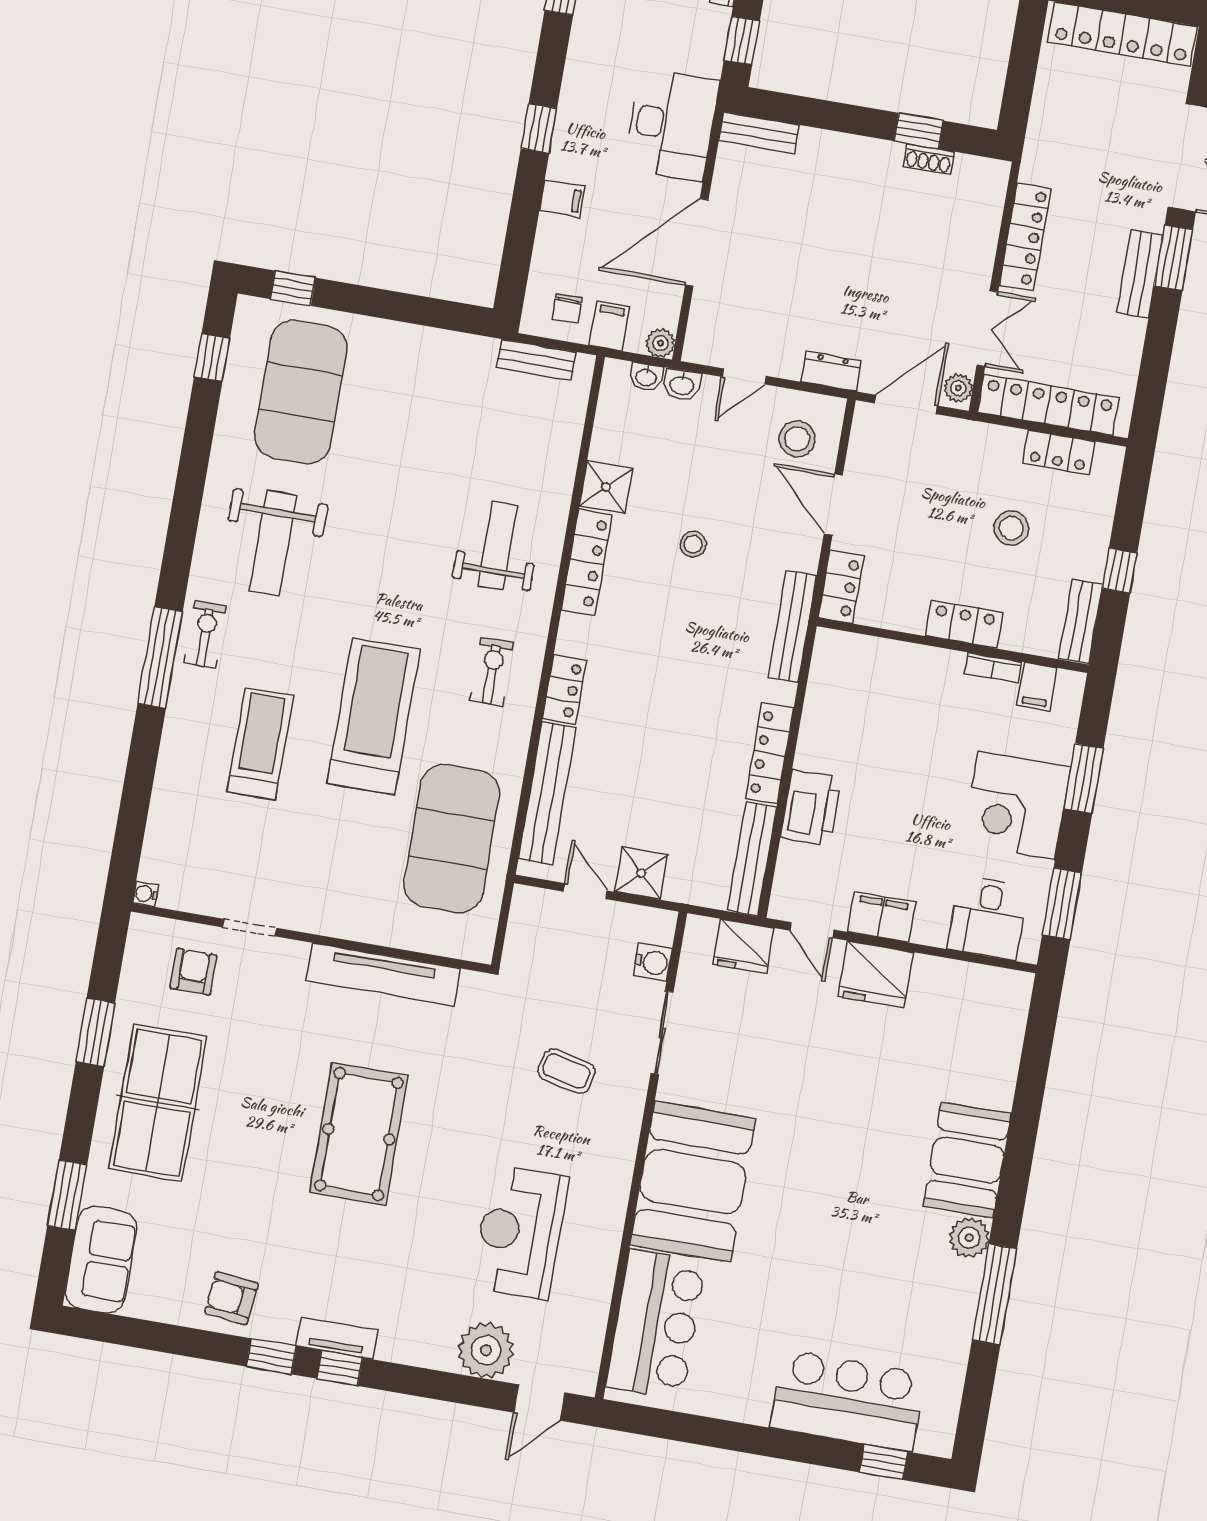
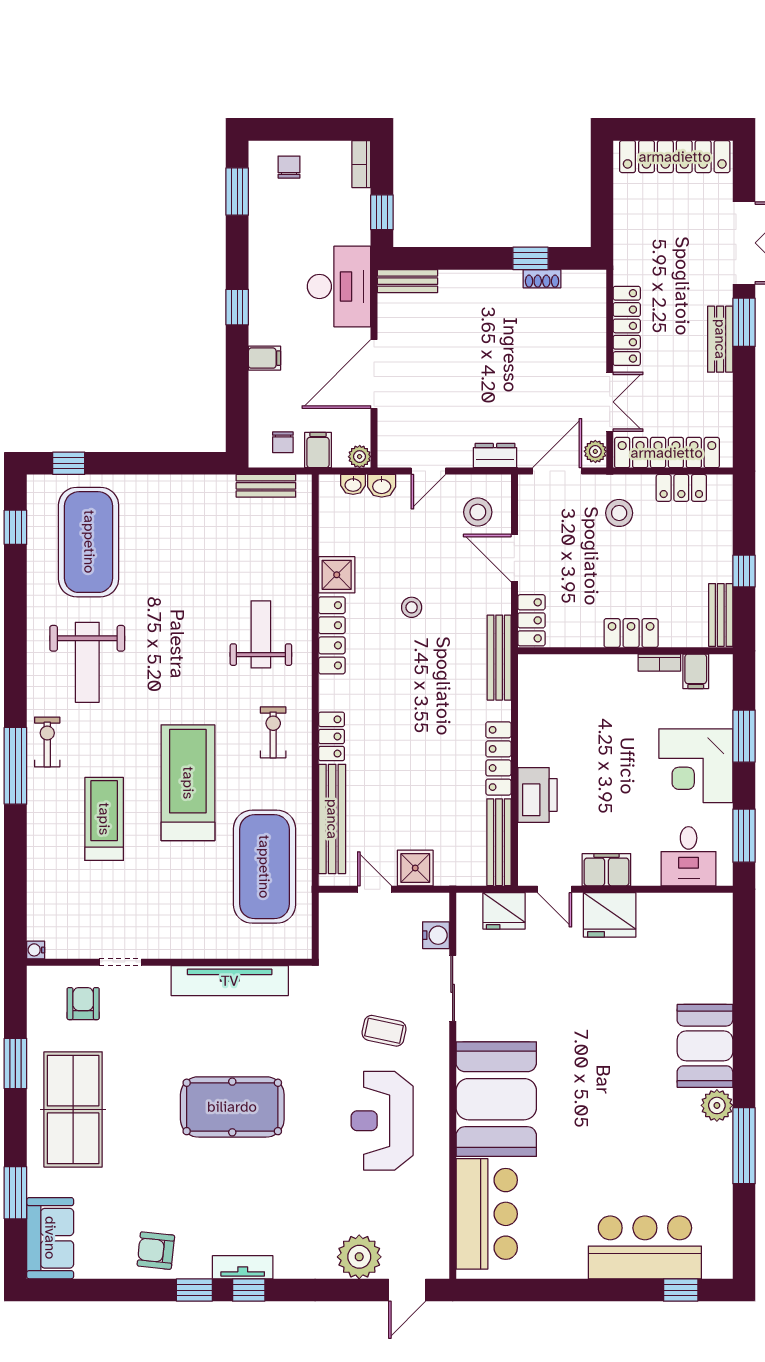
stool: (1011, 528) -> (619, 513), moved
pool table: (359, 1134) -> (232, 1107), turned 90
reception desk: (520, 1232) -> (382, 1121), moved

